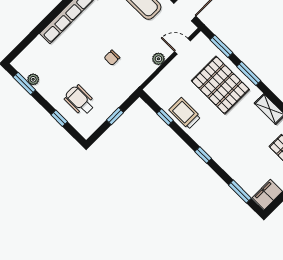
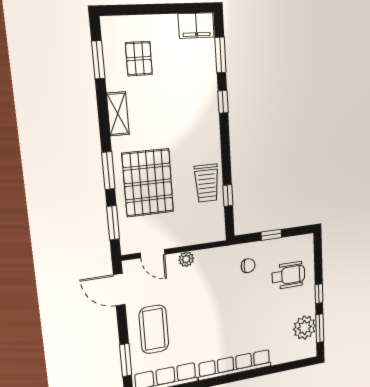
chair: (112, 58) -> (248, 266), moved
plant: (33, 79) -> (305, 328), width x1.87, depth x1.87
wheelchair: (80, 100) -> (288, 275), turned -90
window: (59, 118) -> (319, 294), moved
window: (203, 155) -> (223, 102), moved

